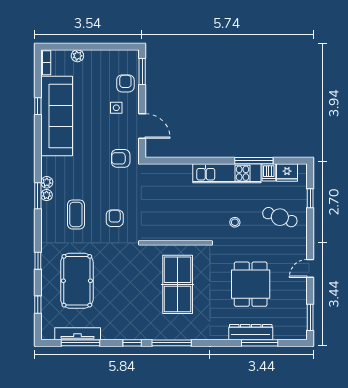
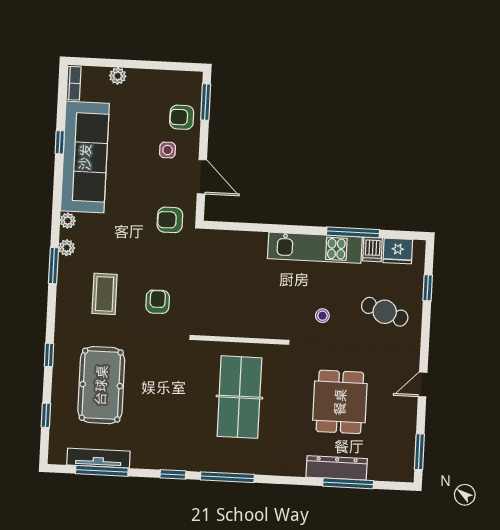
armchair: (125, 83) -> (182, 117), turned -90
plant: (47, 195) -> (68, 221), moved

